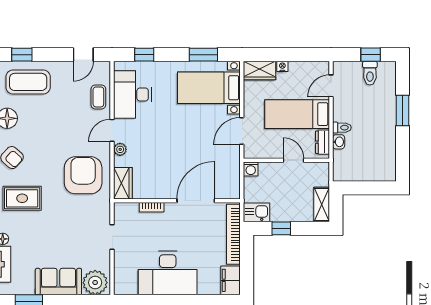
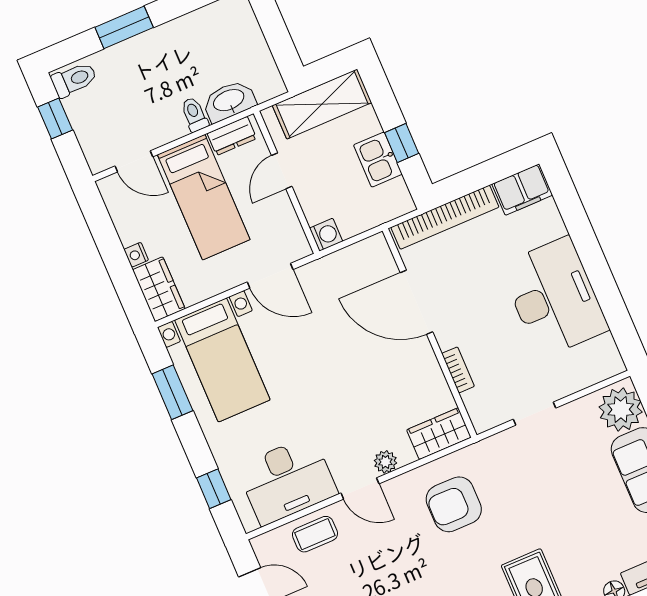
toilet: (370, 73) -> (74, 79), moved
washbasin: (339, 142) -> (229, 101), width x1.91, depth x1.45
armchair: (83, 175) -> (454, 504), width x0.73, depth x0.73
shelving: (322, 205) -> (322, 104), width x1.50, depth x1.33
kitchen sink: (256, 212) -> (378, 160), moved

